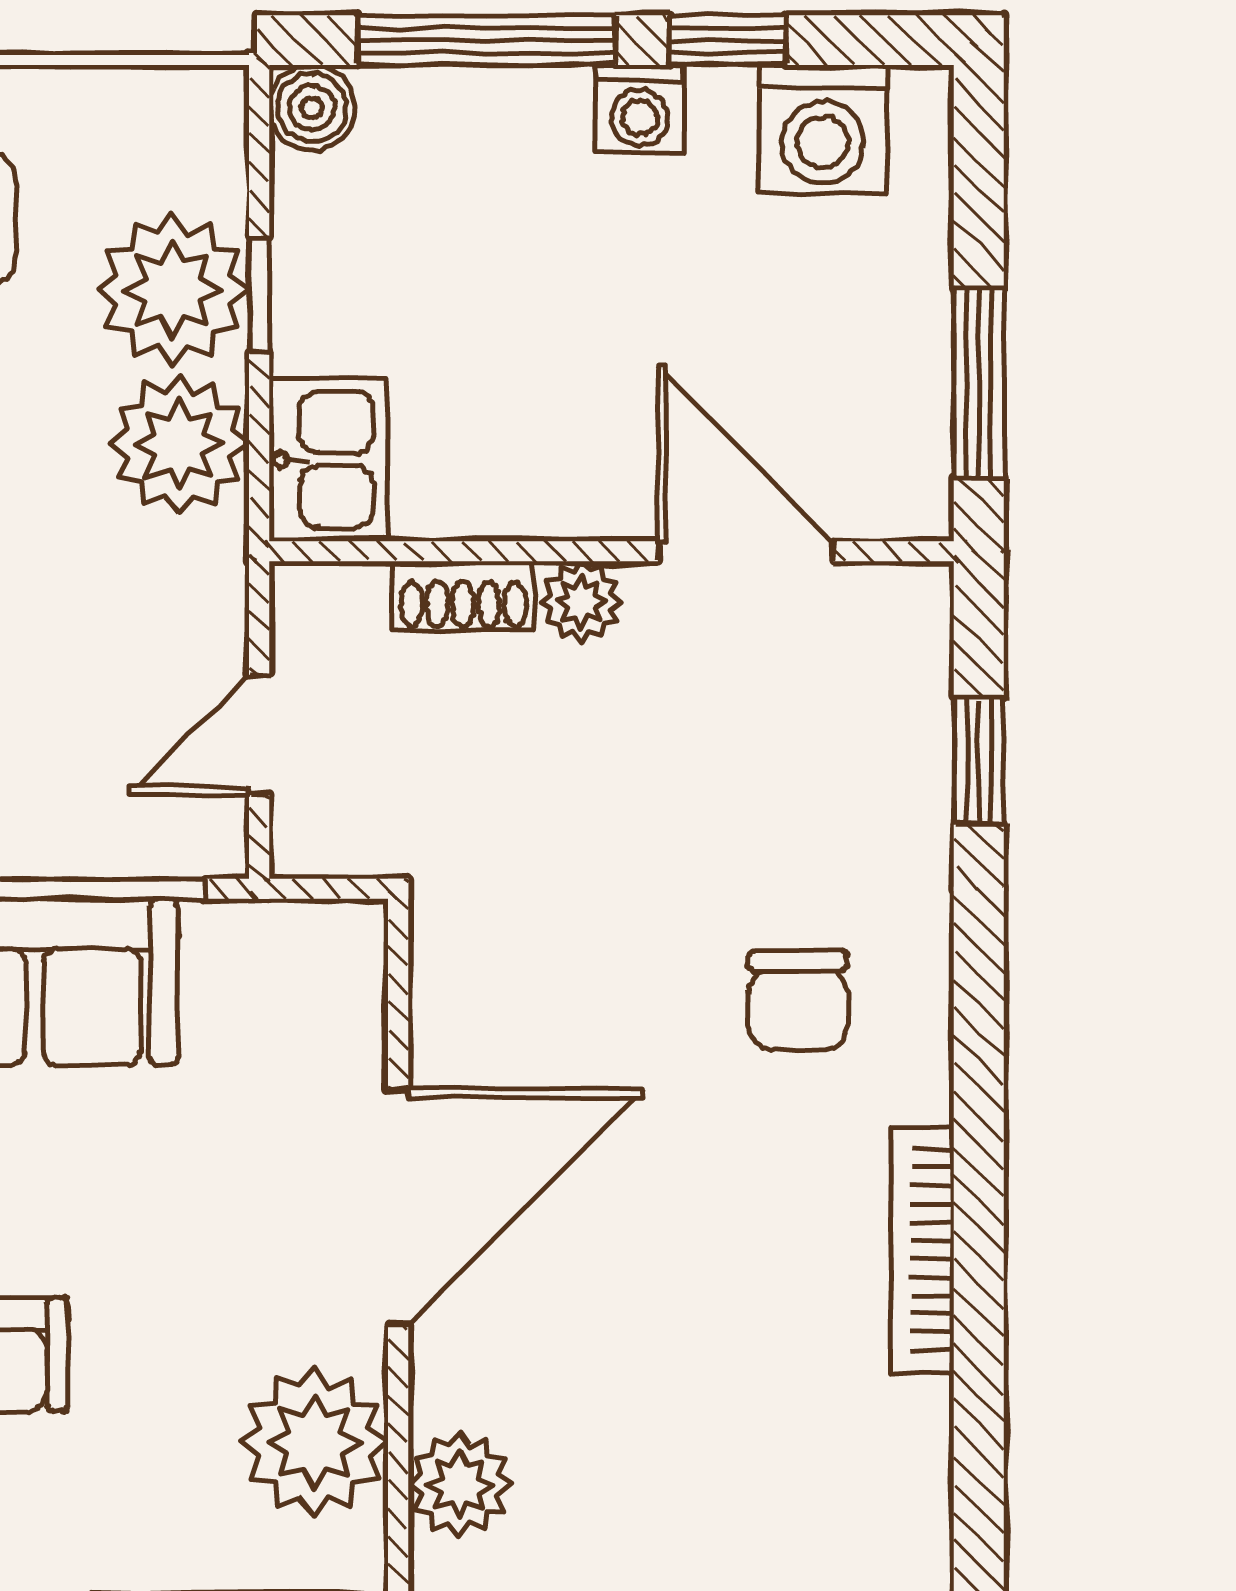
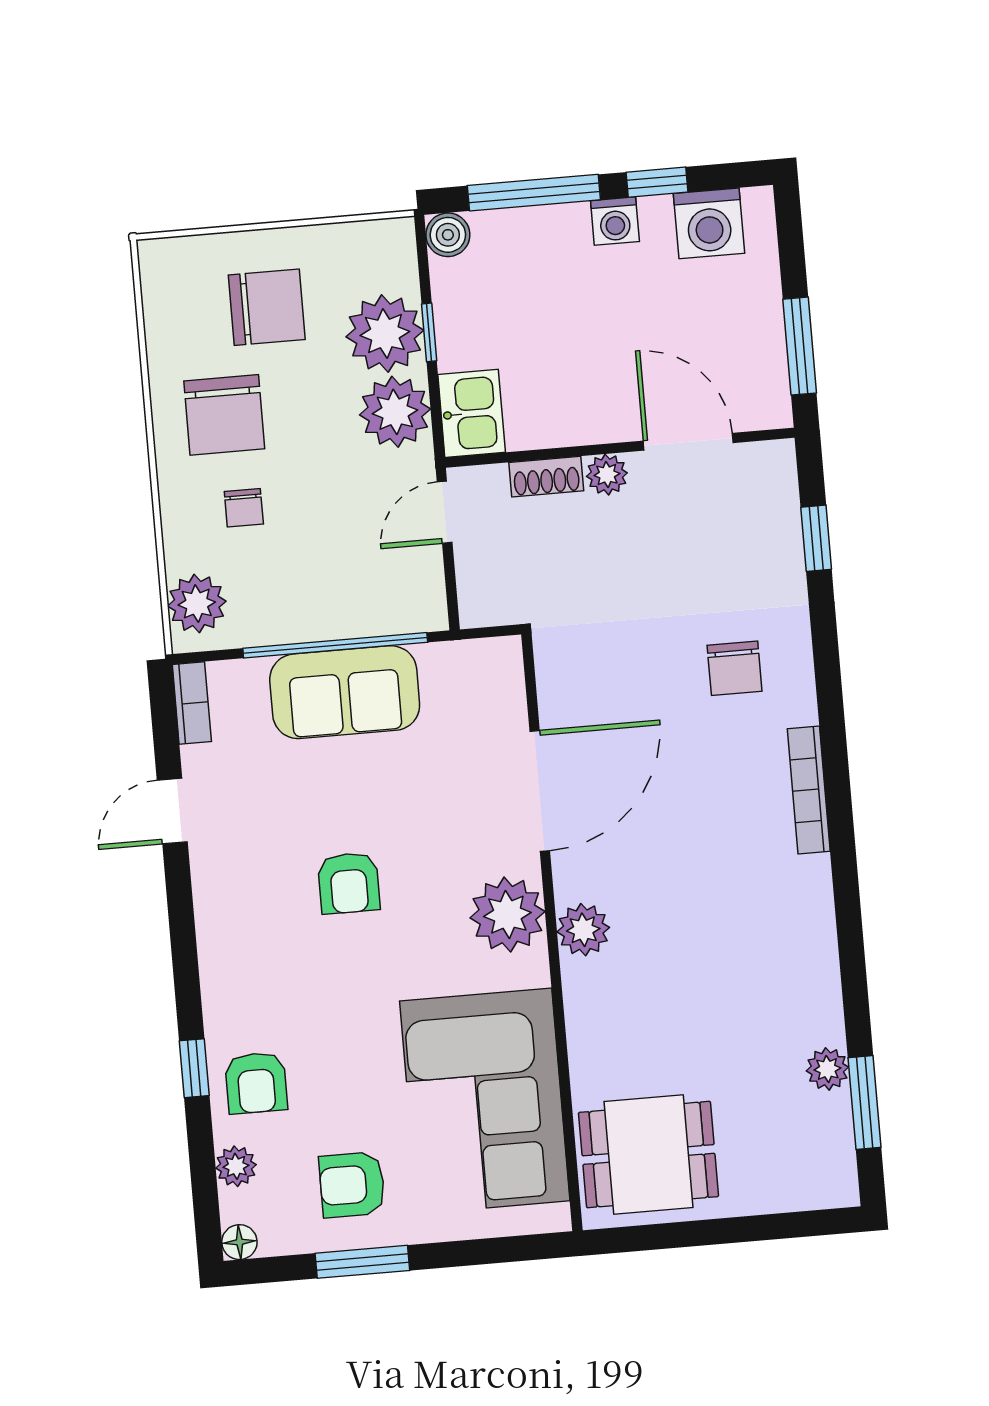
door: (259, 735) -> (445, 512), moved

